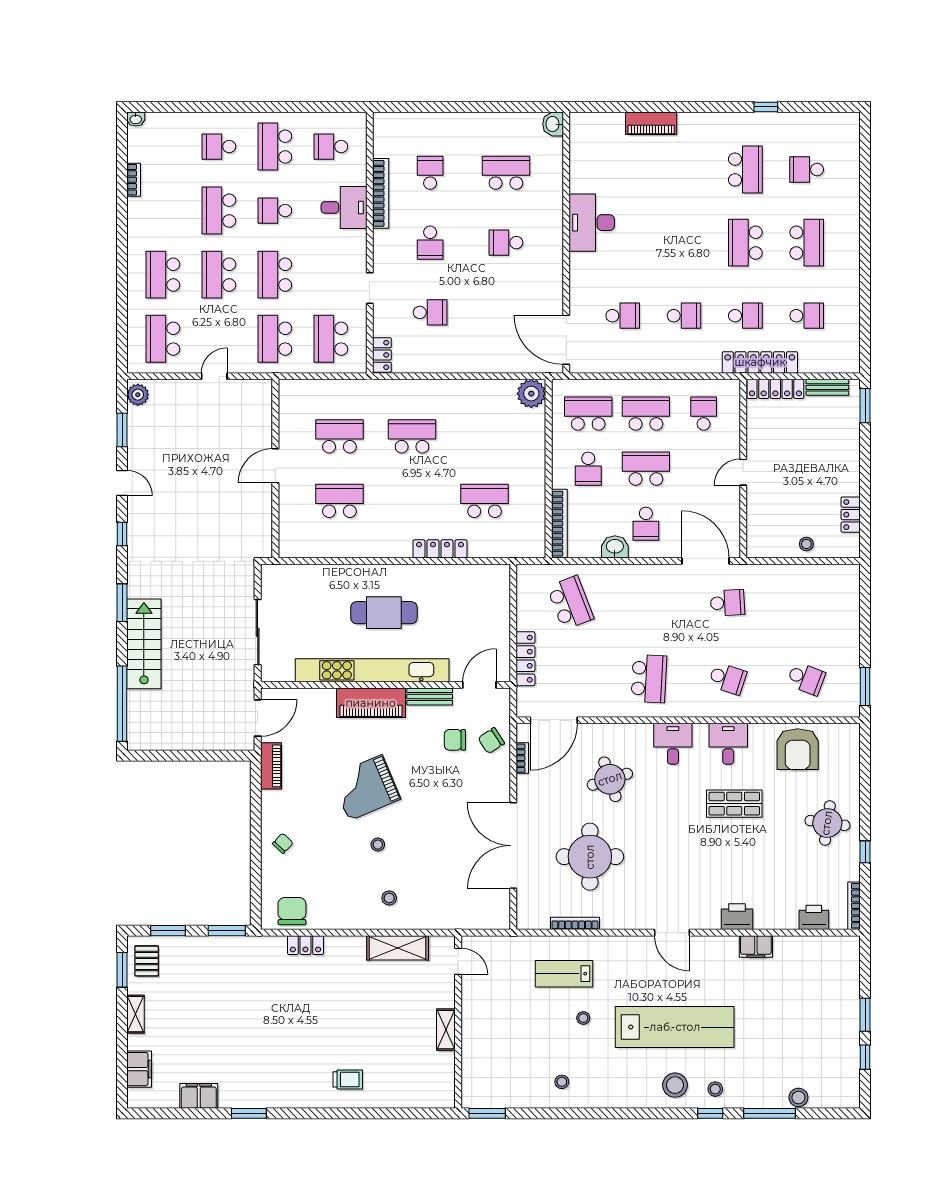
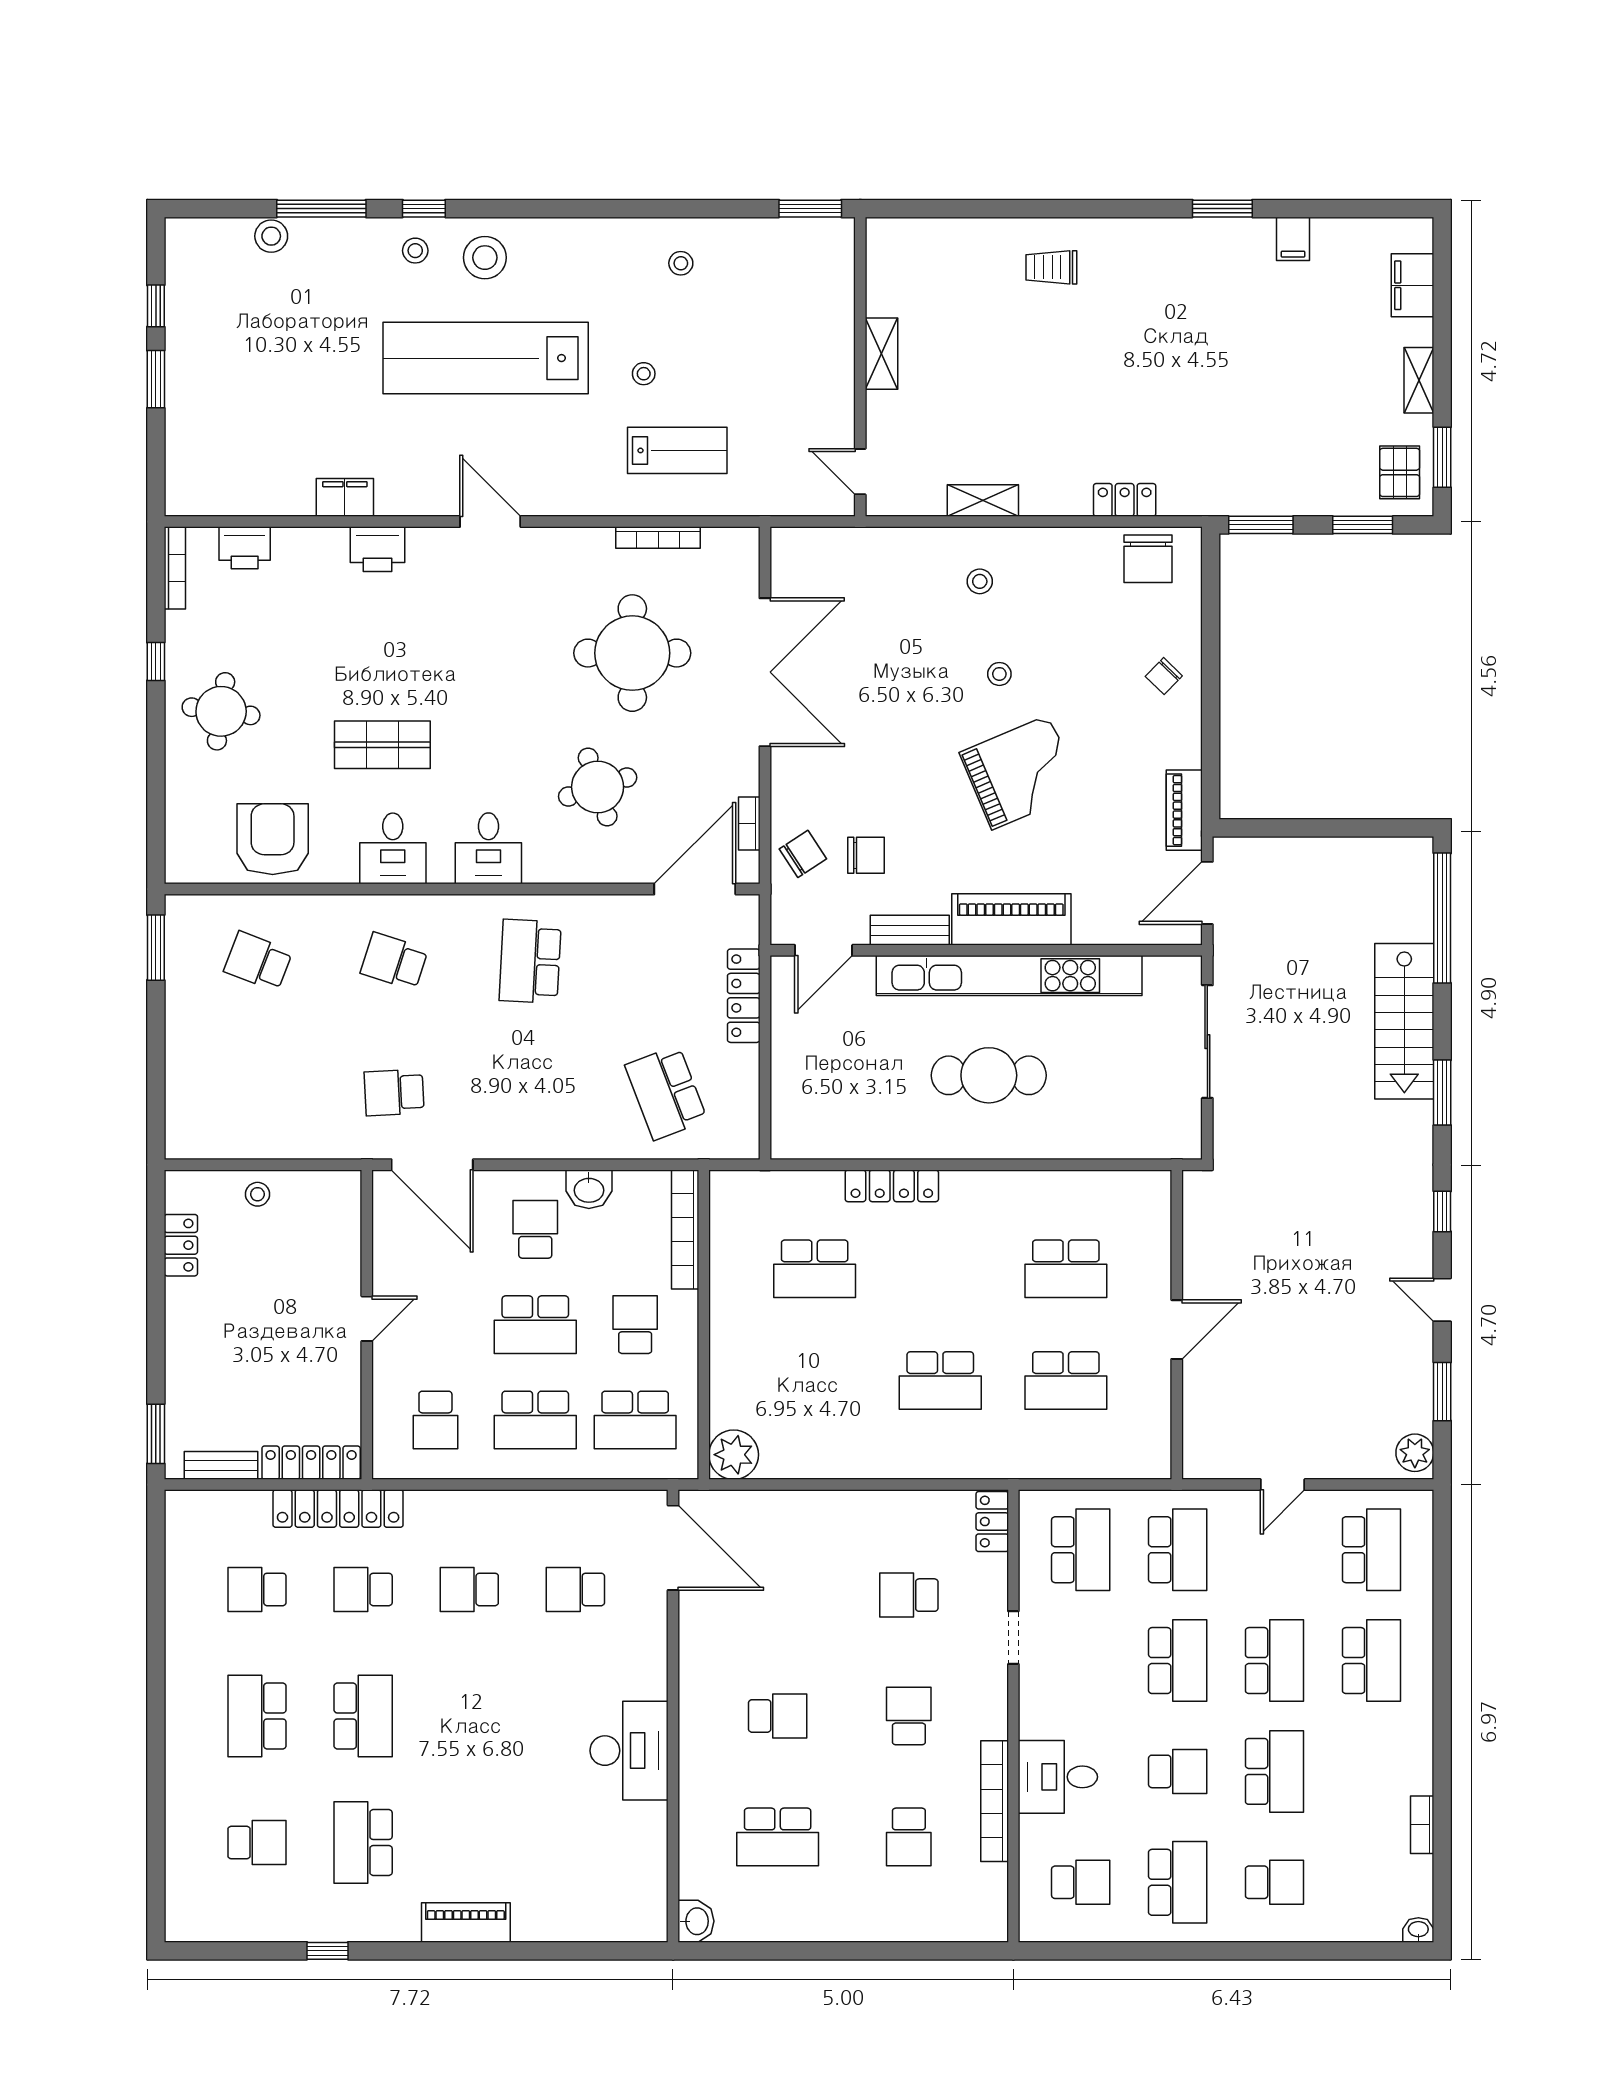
piano: (651, 123) -> (466, 1922), moved
shelving: (398, 948) -> (983, 501), width x0.67, depth x0.75
filing cabinet: (199, 1096) -> (1293, 239), width x0.50

